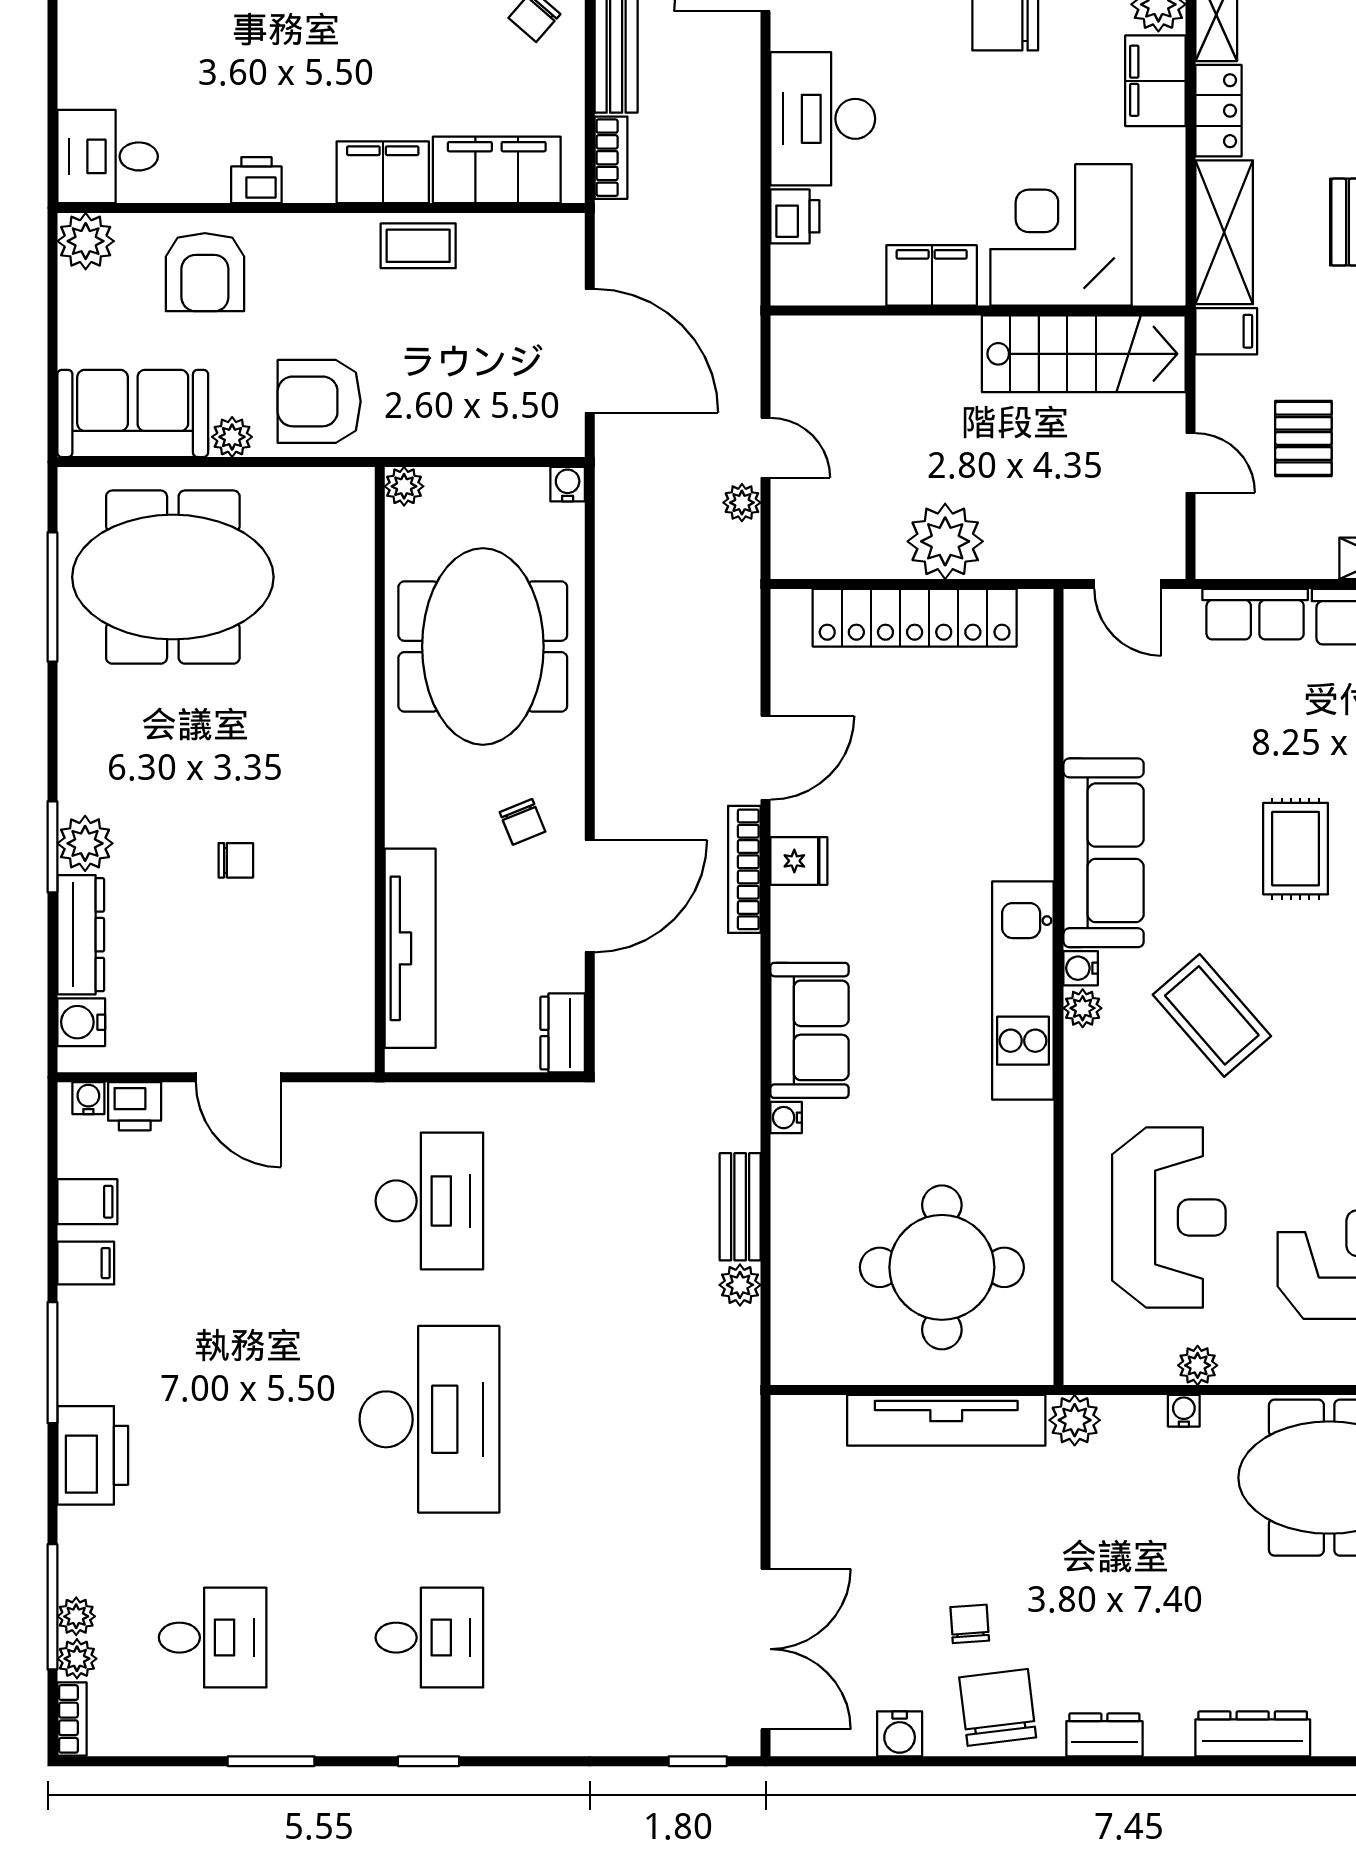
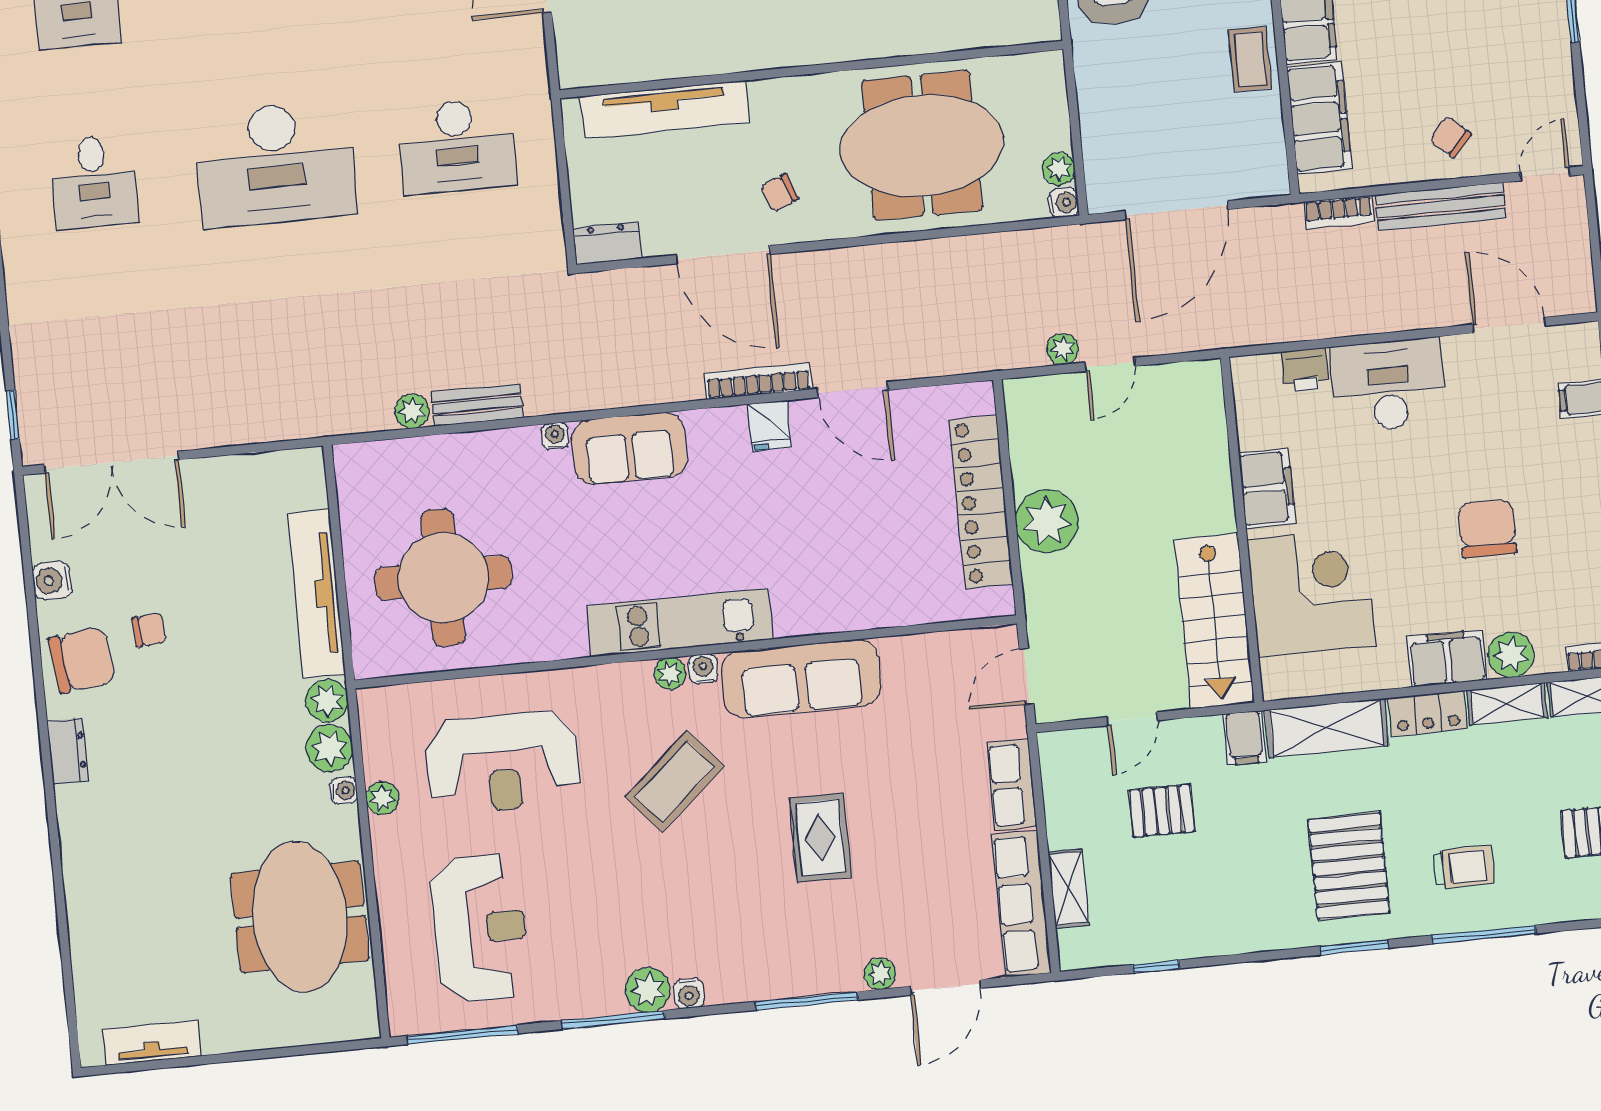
plant: (404, 486) -> (1059, 169), moved
rug: (1296, 849) -> (820, 838), turned 90
plant: (1132, 1423) -> (329, 748), added
dresser: (1253, 1734) -> (81, 874), removed

